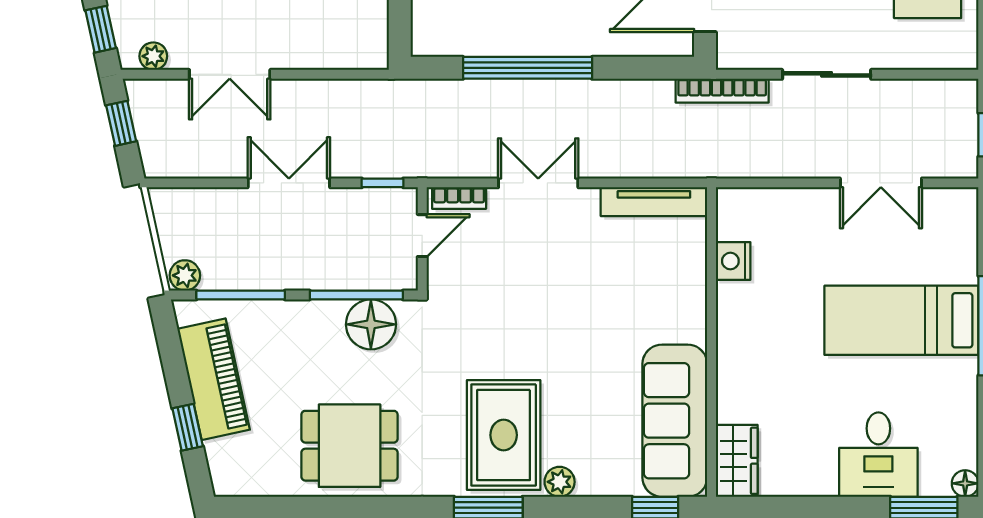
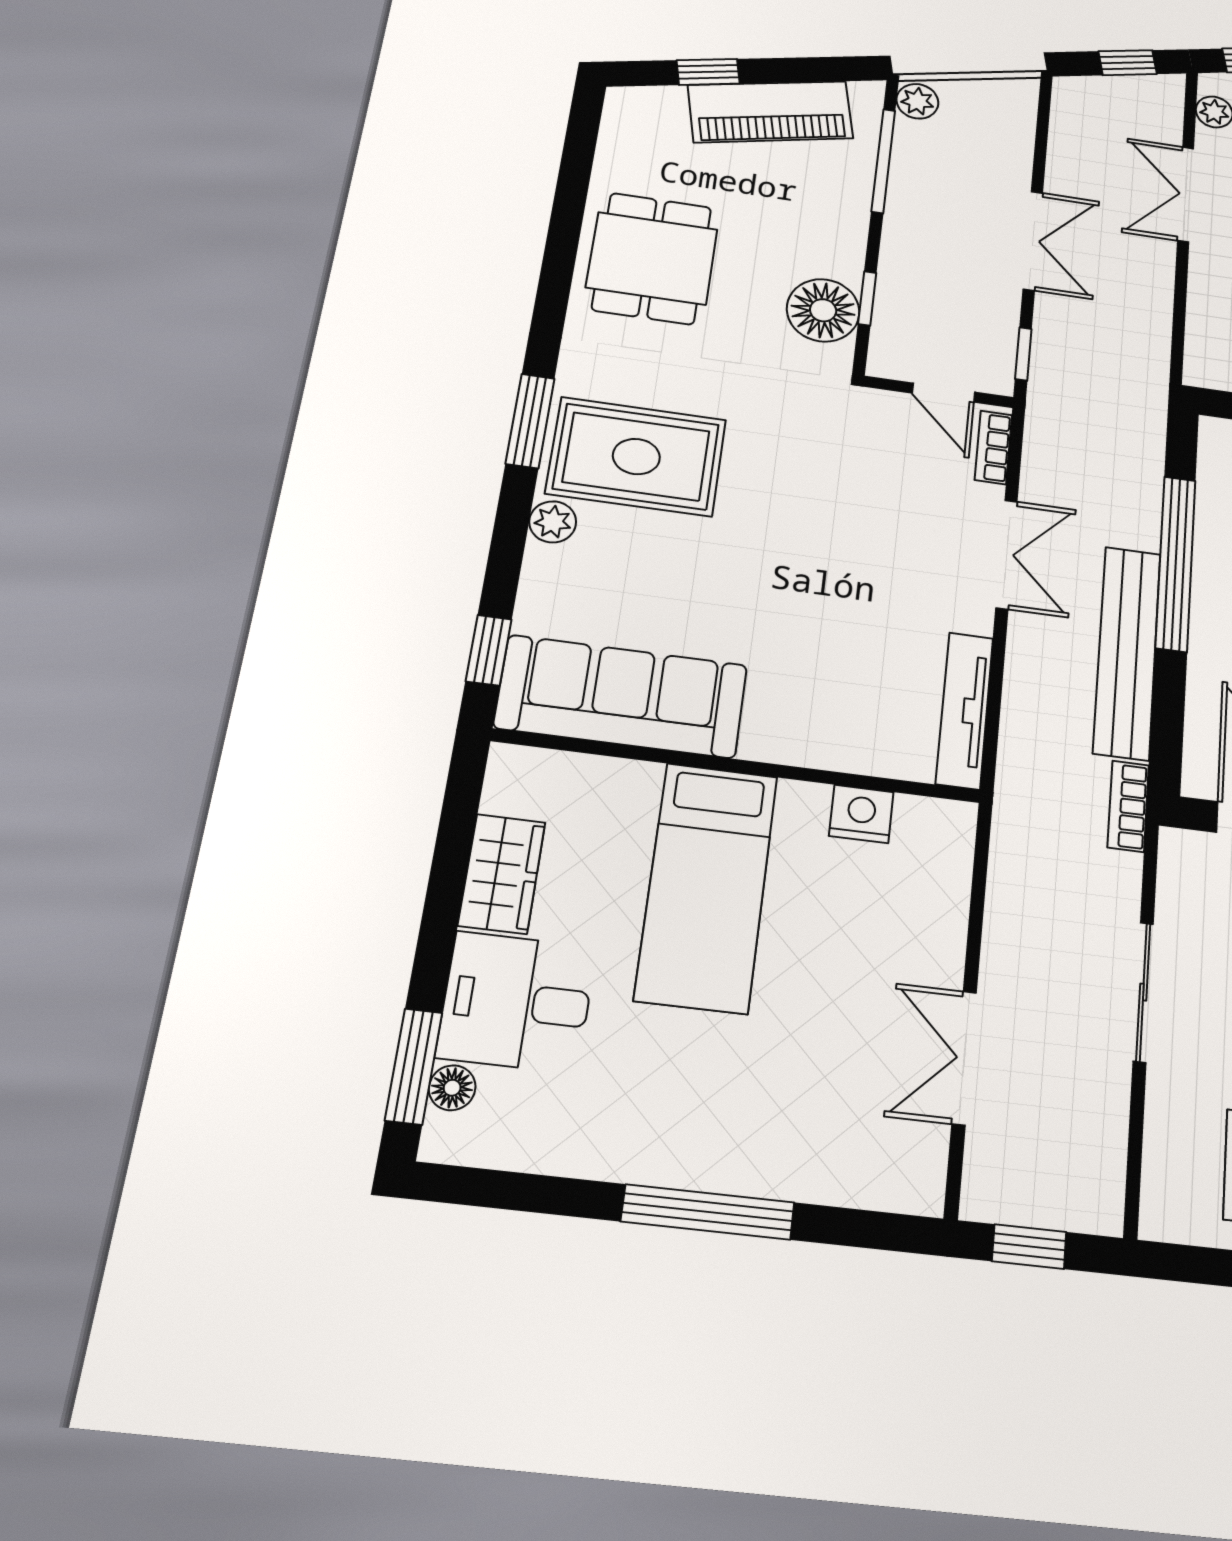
bookcase: (722, 91) -> (1128, 806), width x0.64
bench: (598, 97) -> (1127, 652), added
window: (356, 295) -> (867, 298), width x0.46
bed: (901, 320) -> (707, 887), moved, turned 180
wardrobe: (737, 461) -> (502, 874), moved, turned -90
floor lamp: (965, 483) -> (452, 1088), moved

